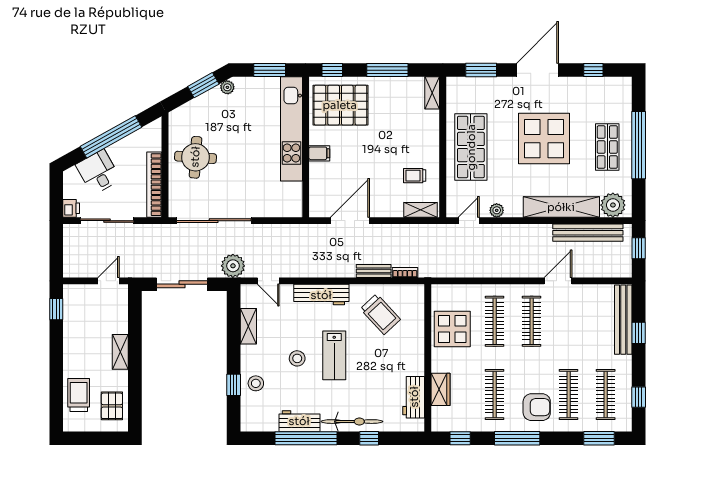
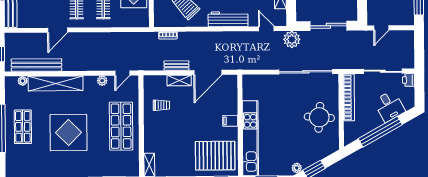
plant: (613, 205) -> (23, 81), width x0.53, depth x0.53
shelving: (421, 210) -> (179, 80), moved
bench: (374, 271) -> (176, 66), moved

